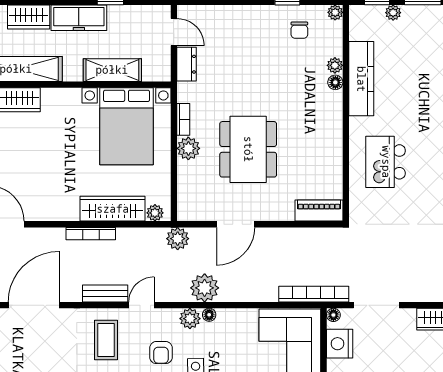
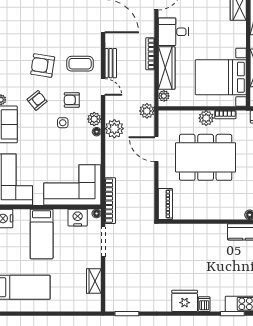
dining table: (248, 149) -> (206, 157), width x1.36, depth x1.24
kitchen island: (386, 162) -> (197, 248), removed
desk: (57, 198) -> (173, 32), added

